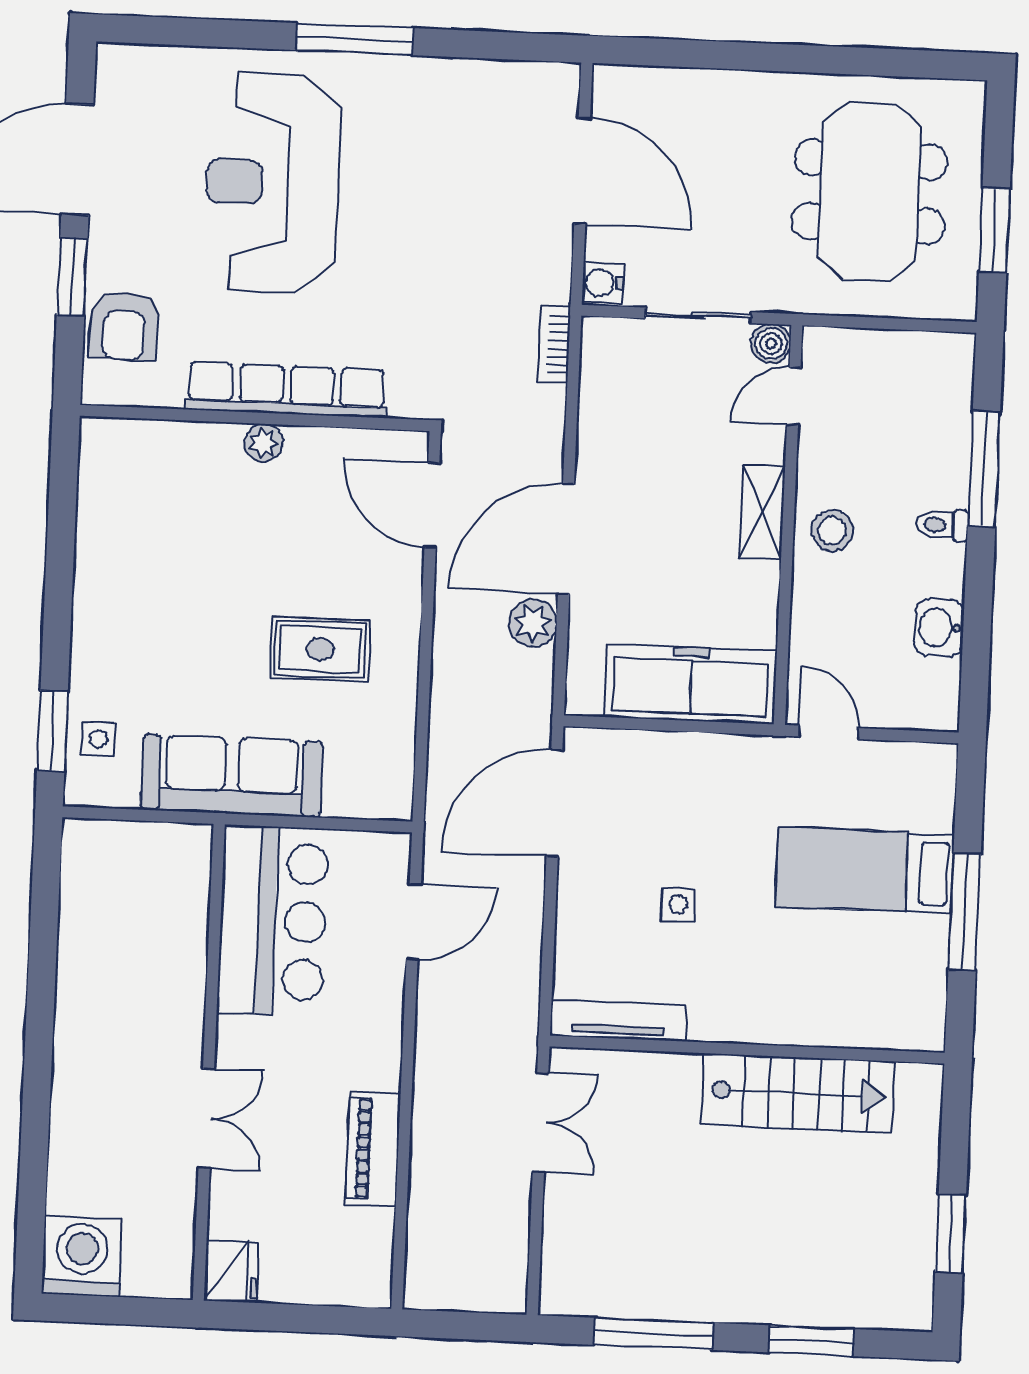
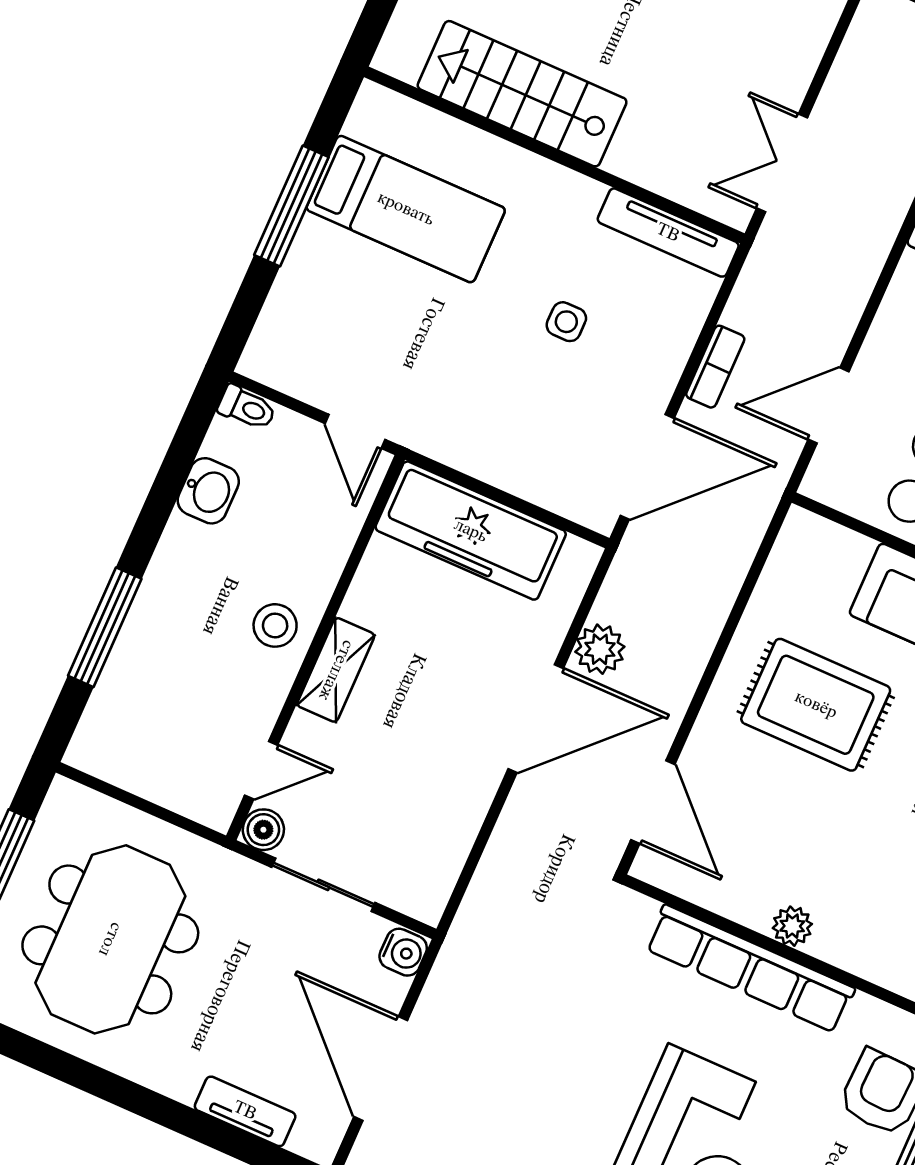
tv unit: (688, 85) -> (245, 1111), added
bookcase: (554, 345) -> (715, 367), moved
toilet: (942, 525) -> (247, 408), moved
rug: (320, 649) -> (816, 705), width x1.36, depth x1.43
bed: (865, 871) -> (406, 209), moved

